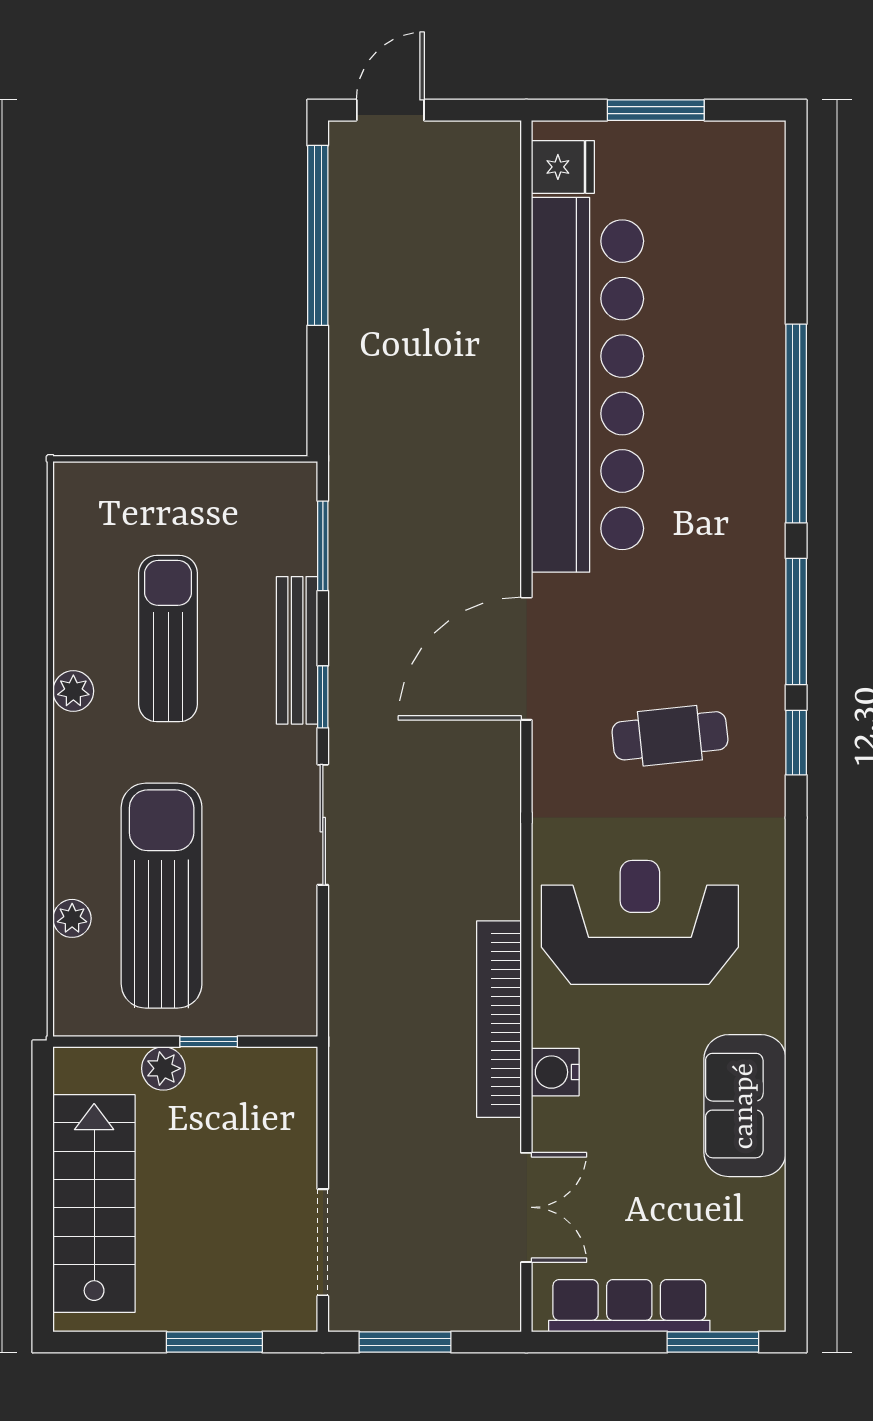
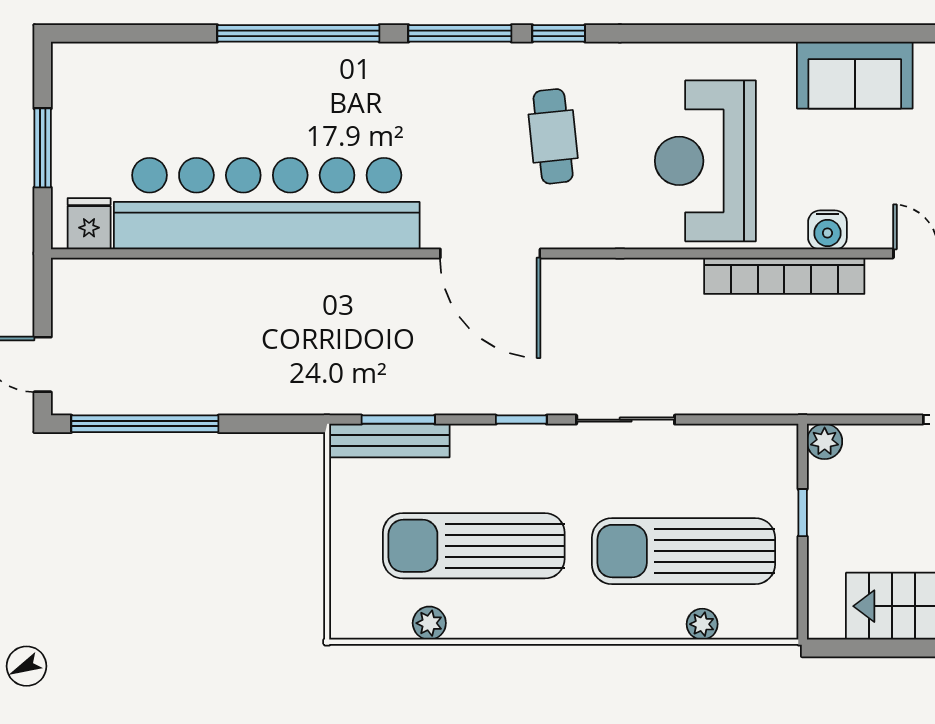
sun lounger: (168, 639) -> (474, 546), width x1.36, depth x1.34
bench: (297, 650) -> (389, 441), moved
plant: (73, 691) -> (429, 623), moved
plant: (163, 1068) -> (825, 441), moved

